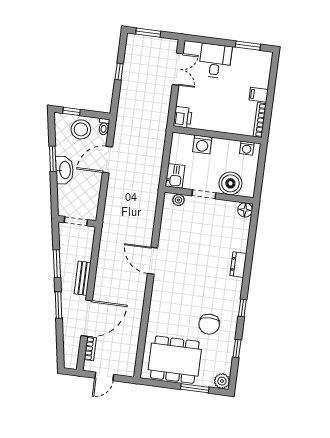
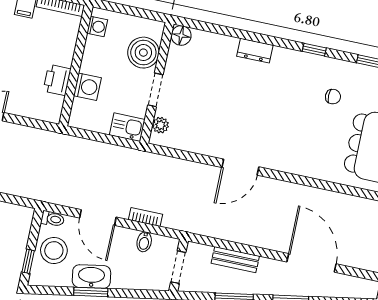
printer: (183, 117) -> (57, 80), moved, turned -90
washbasin: (65, 170) -> (91, 276), moved
bidet: (92, 195) -> (144, 242), added
bench: (83, 278) -> (235, 260), moved
chair: (209, 324) -> (333, 97), width x0.54, depth x0.54
bookcase: (90, 349) -> (145, 217), moved

